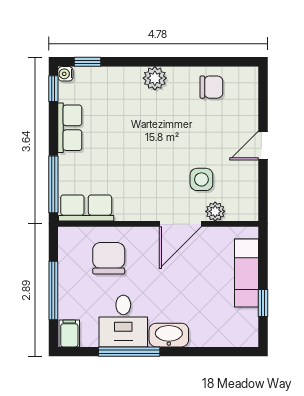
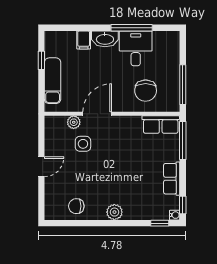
window: (53, 290) -> (183, 85), moved
filing cabinet: (69, 333) -> (84, 40), moved

